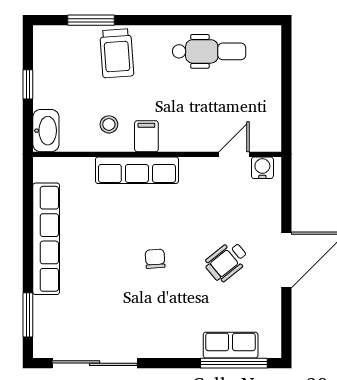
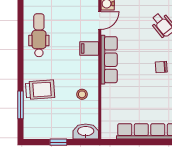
filing cabinet: (146, 136) -> (89, 48), moved
door: (234, 154) -> (100, 20), swing flipped
row of seats: (137, 170) -> (109, 60), moved

